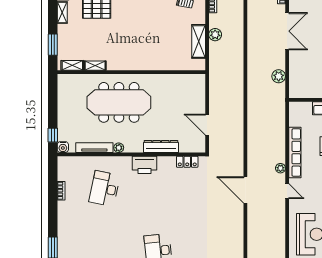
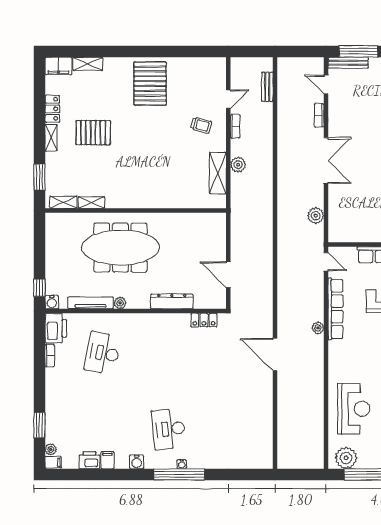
printer: (145, 165) -> (56, 328), moved, turned -90
door: (287, 191) -> (326, 262), moved

